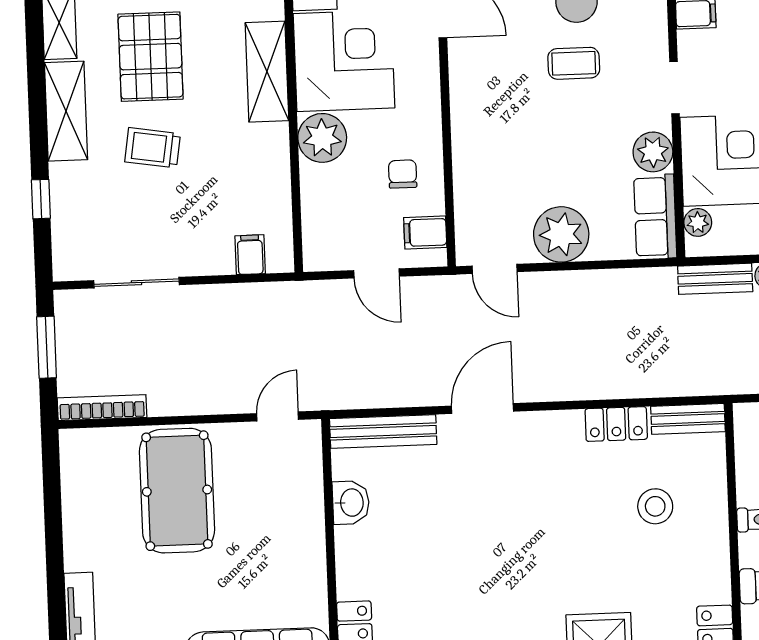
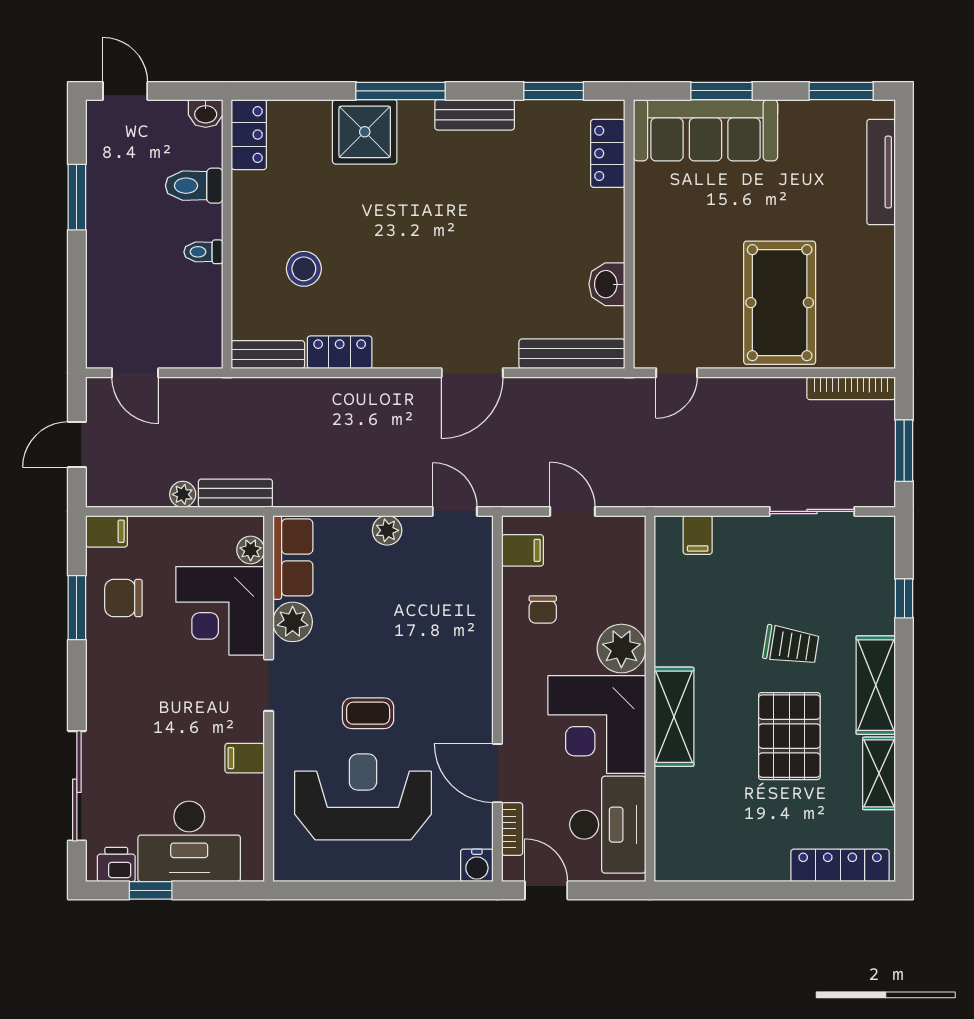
plant: (561, 234) -> (387, 530), width x0.53, depth x0.53

